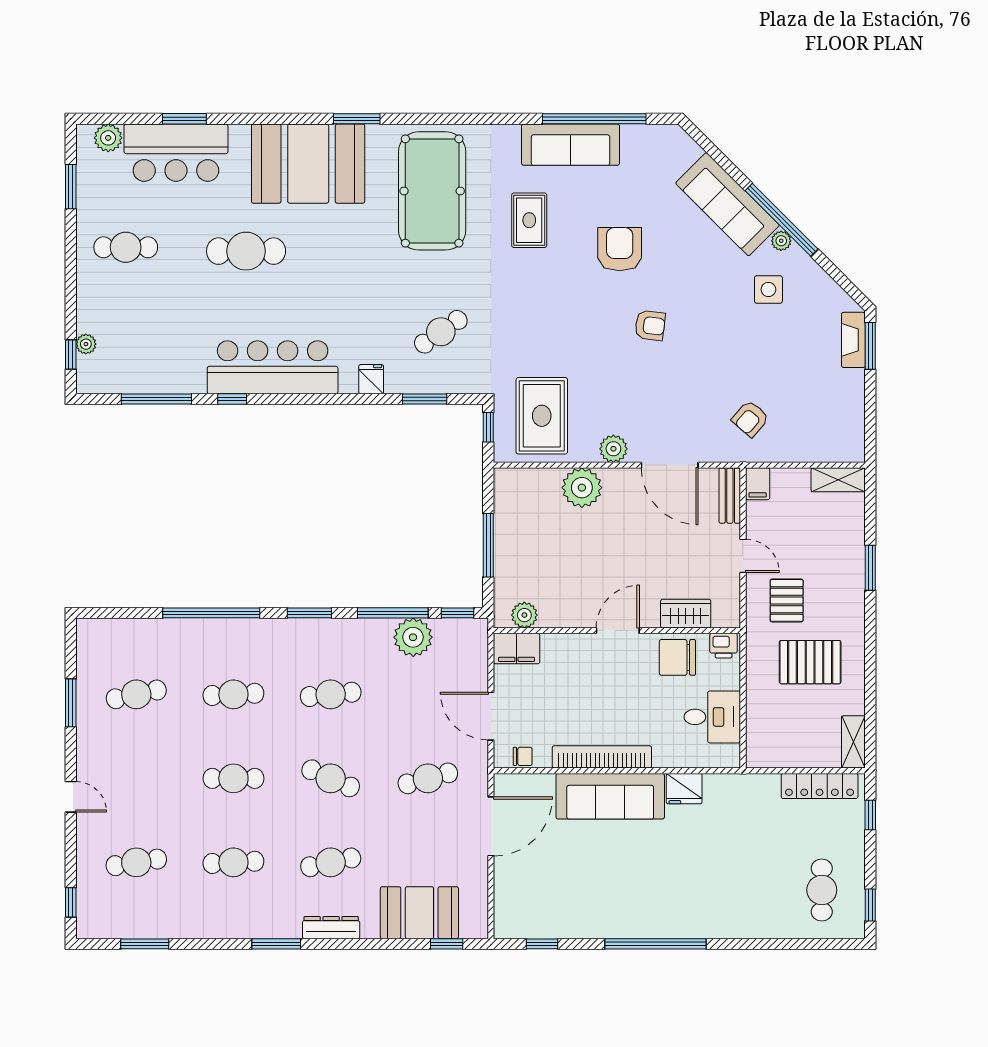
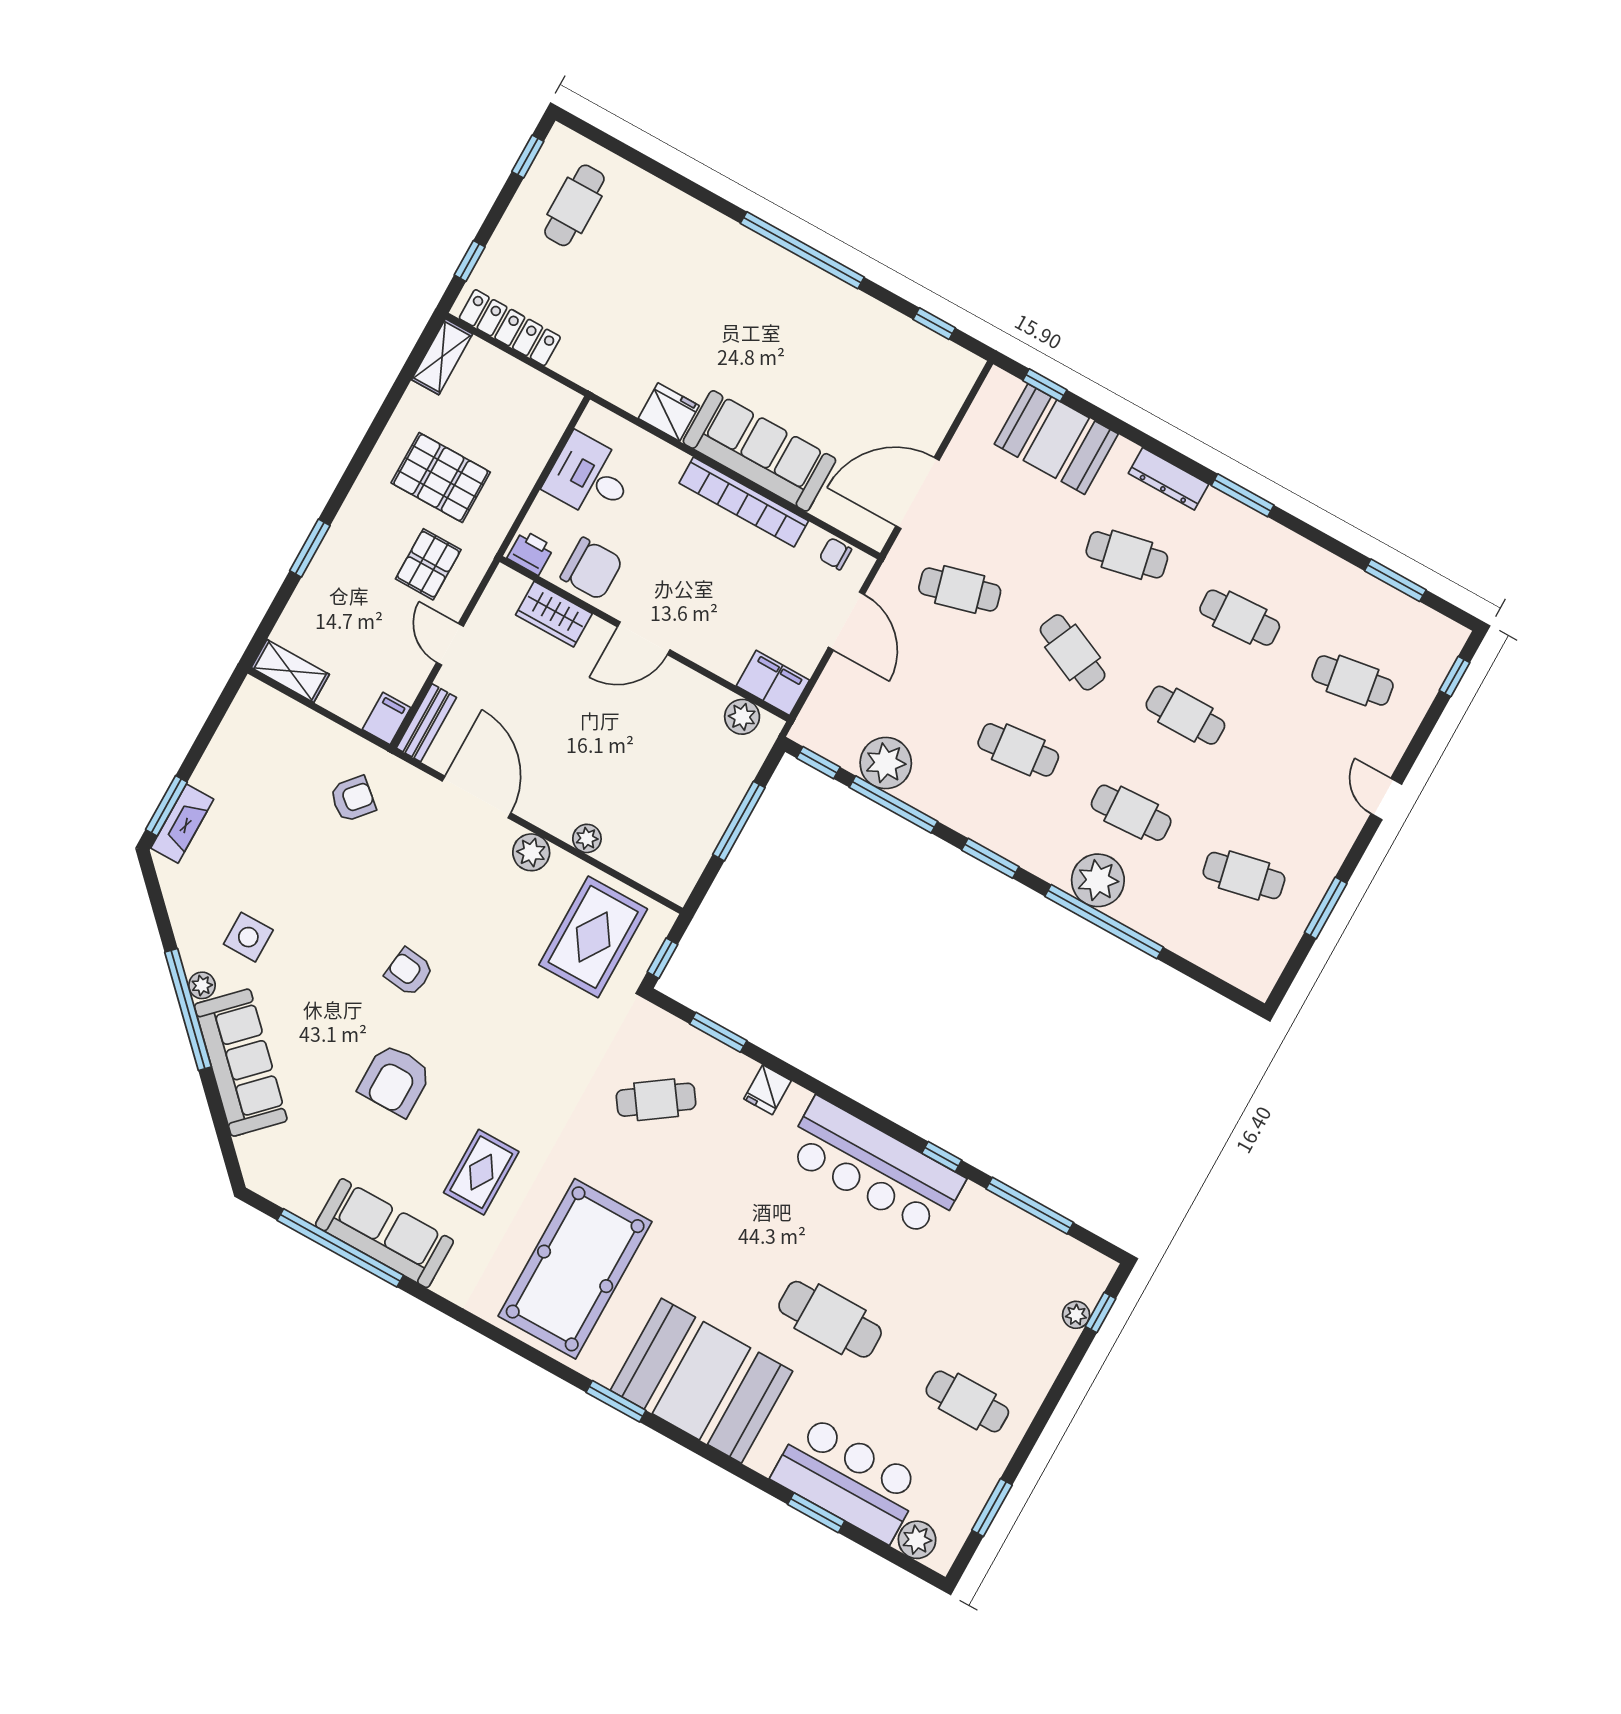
plant: (582, 488) -> (587, 838), width x0.53, depth x0.53
plant: (231, 638) -> (1098, 880), added

